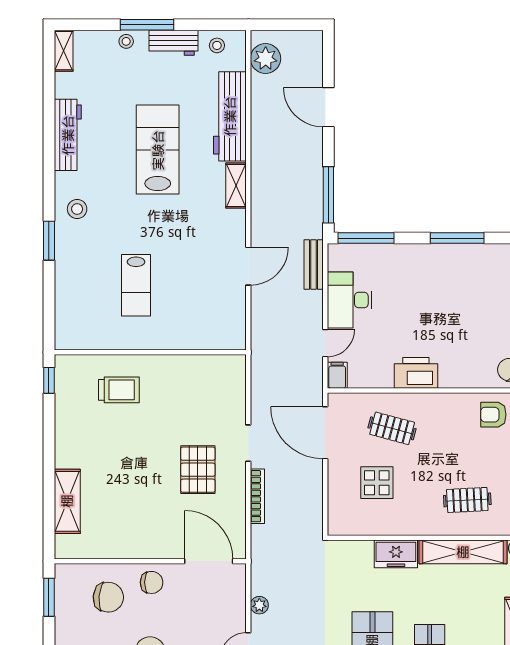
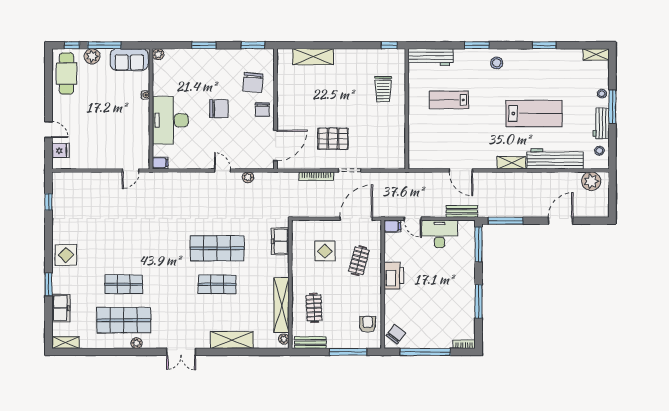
window: (49, 133) -> (544, 45), added
workbench: (68, 135) -> (431, 57), moved
freezer: (396, 554) -> (280, 241), moved

